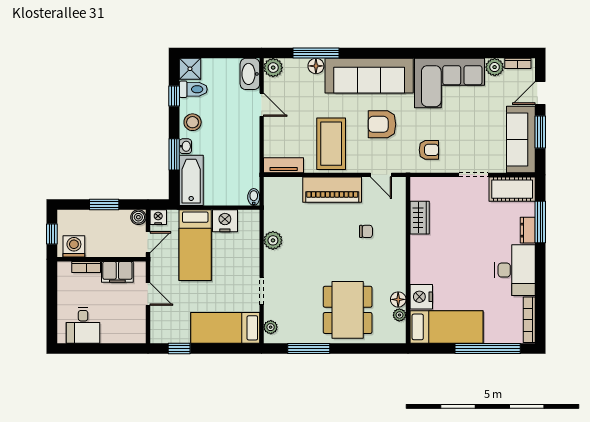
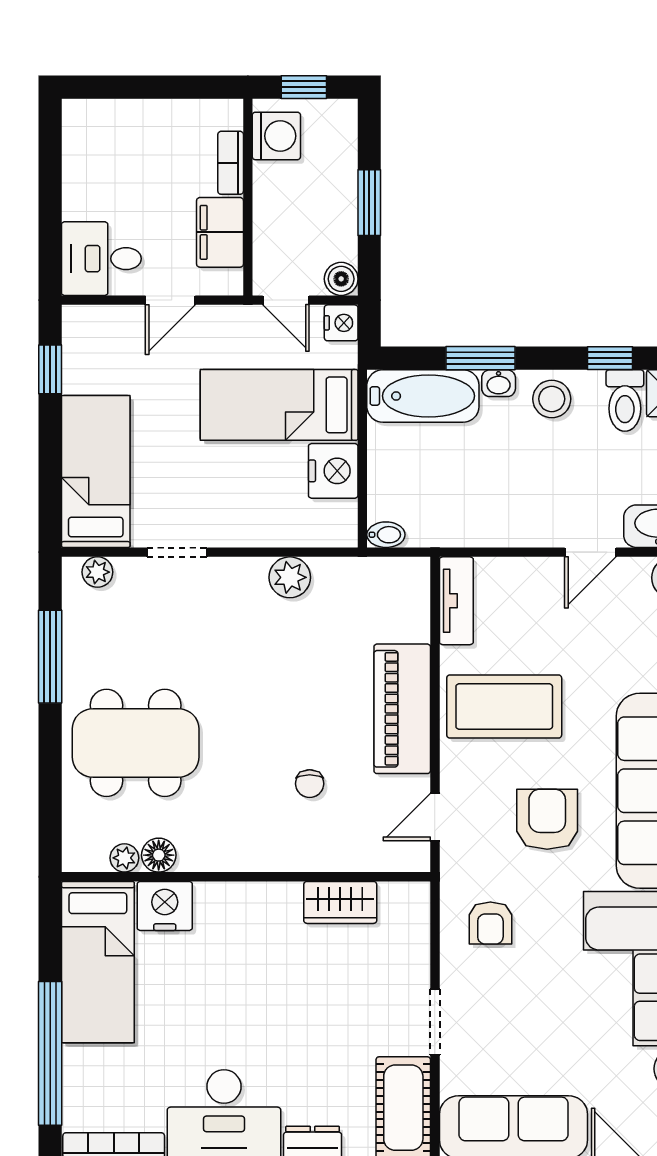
desk: (83, 325) -> (101, 259), moved

